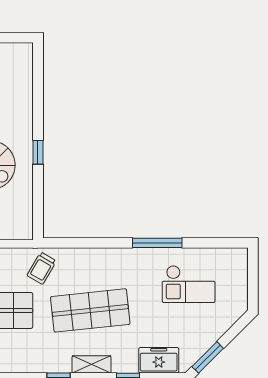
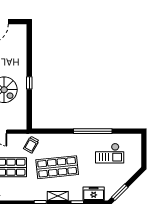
window: (157, 243) -> (93, 131), width x1.46

